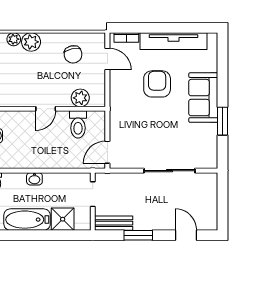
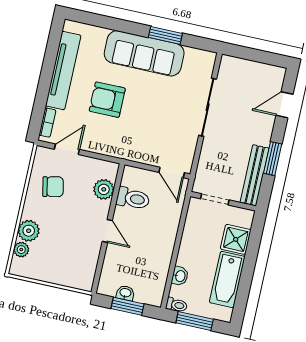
sofa: (203, 98) -> (144, 53), width x1.36
washbasin: (34, 179) -> (180, 276), moved
bench: (114, 223) -> (255, 175), width x1.36

